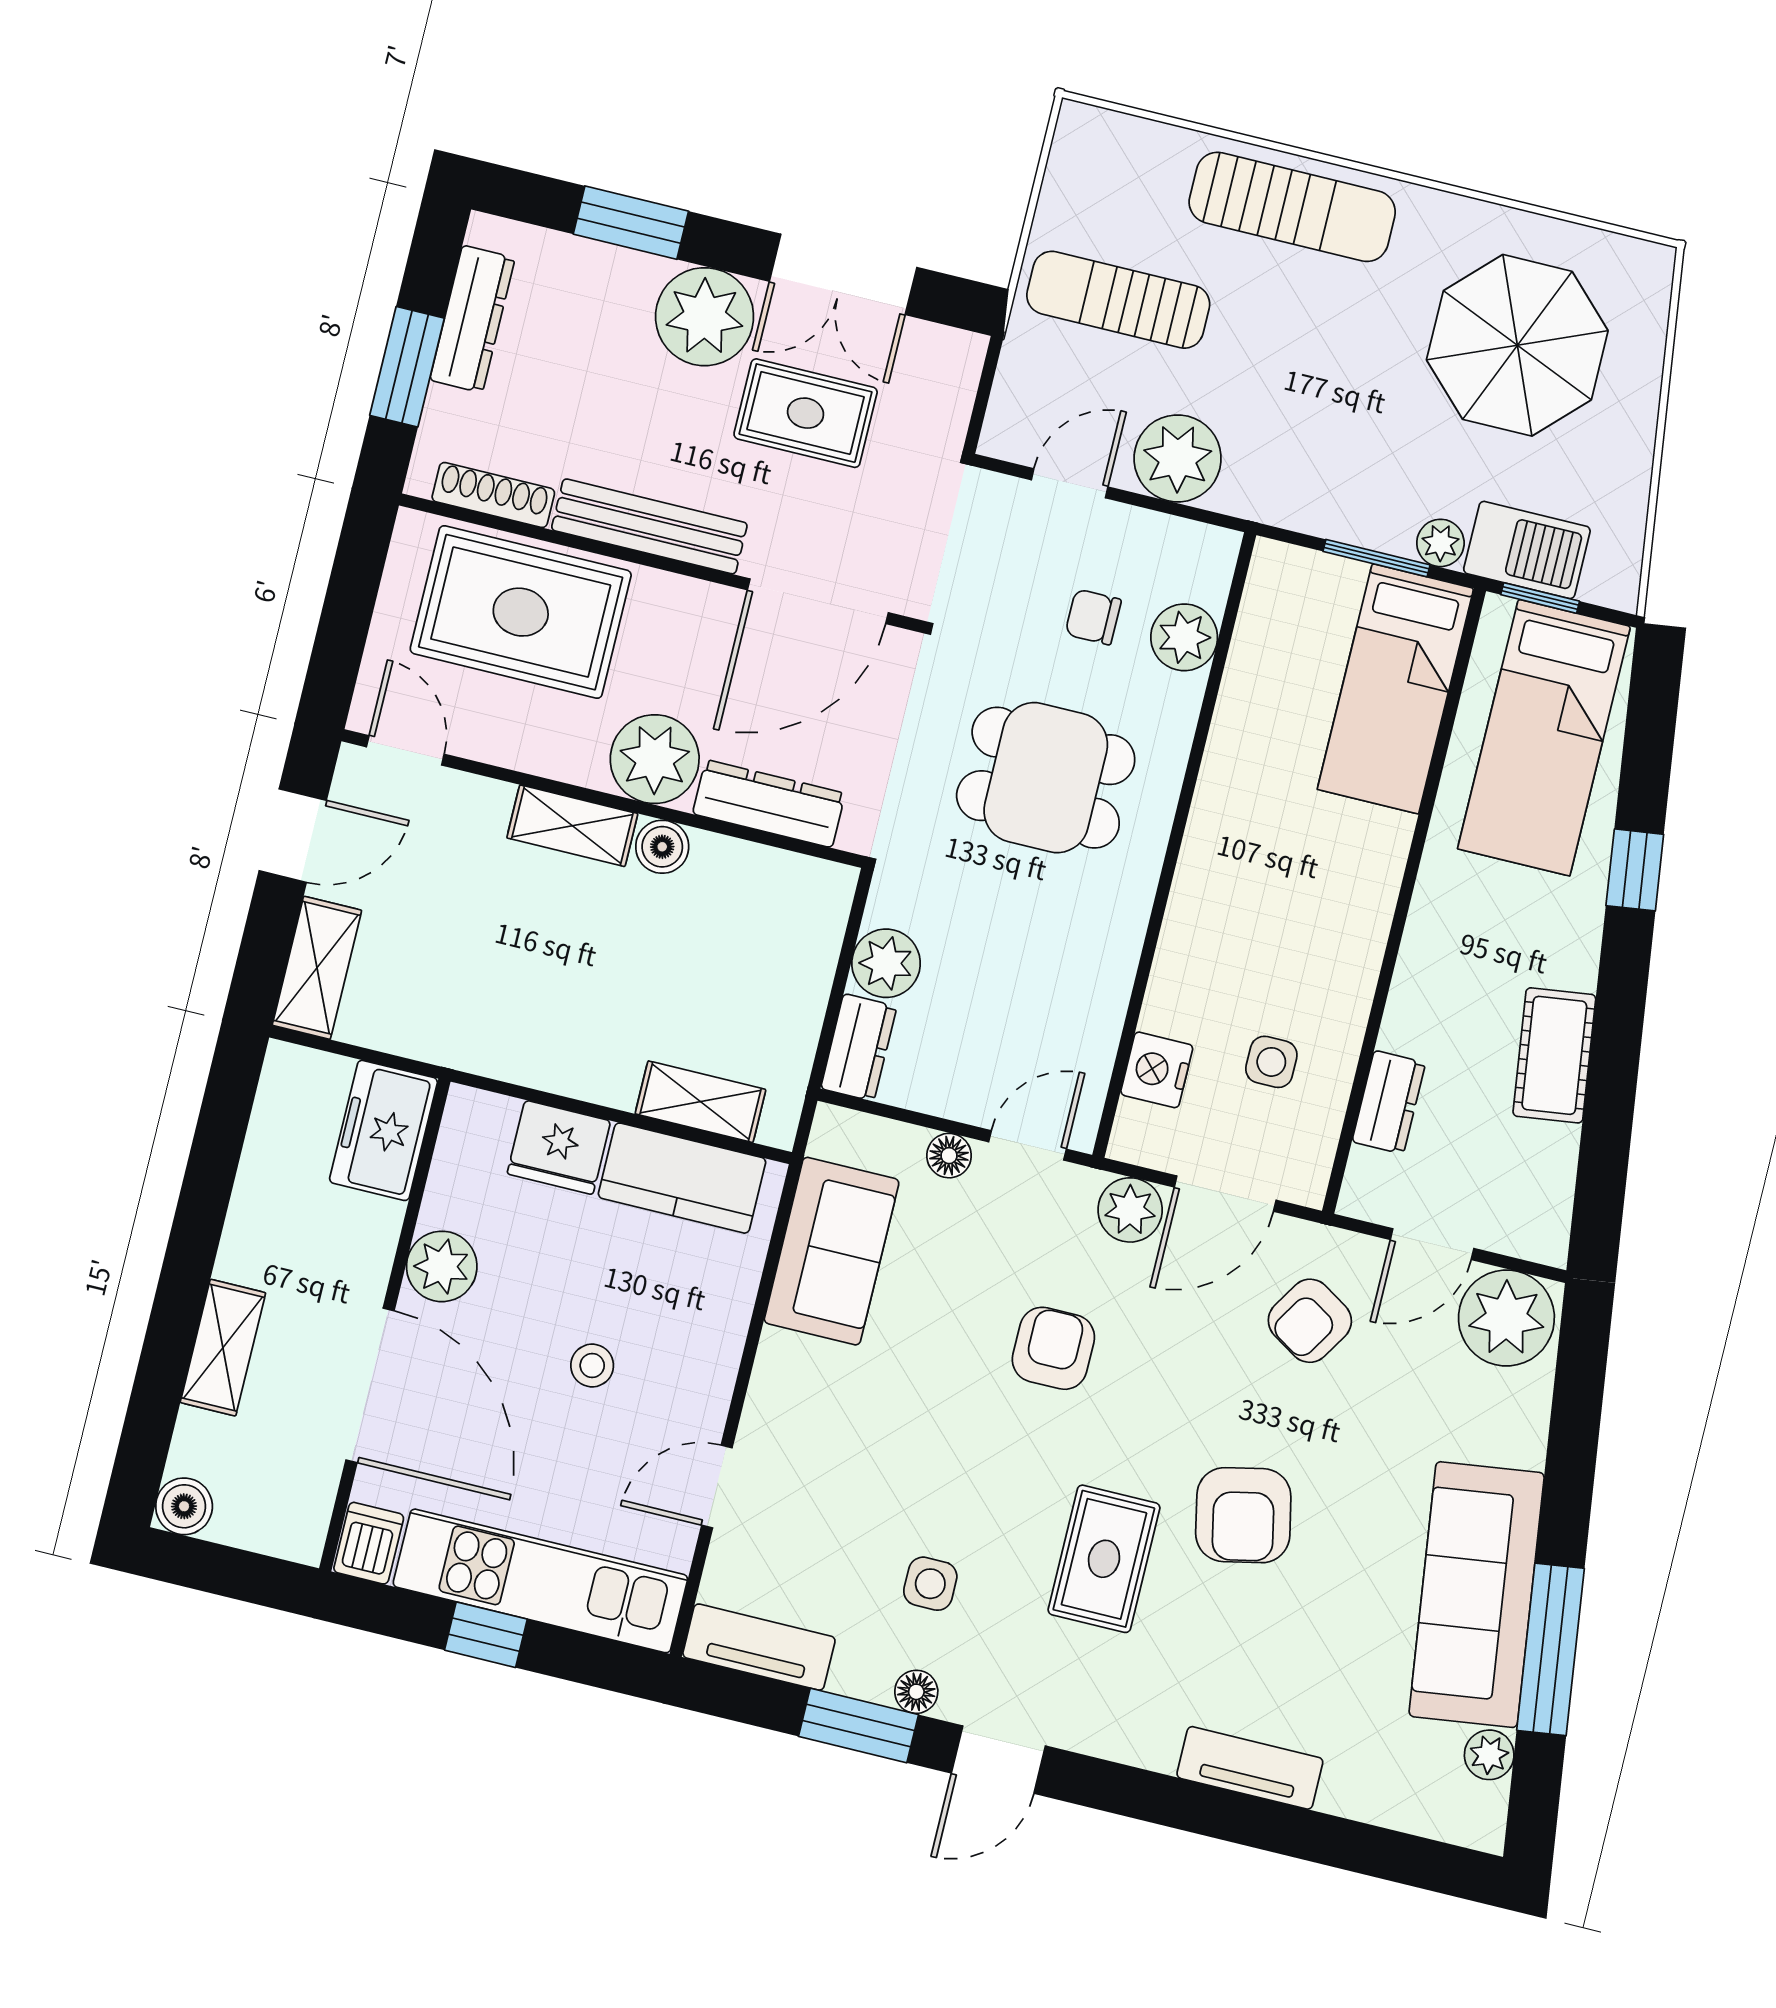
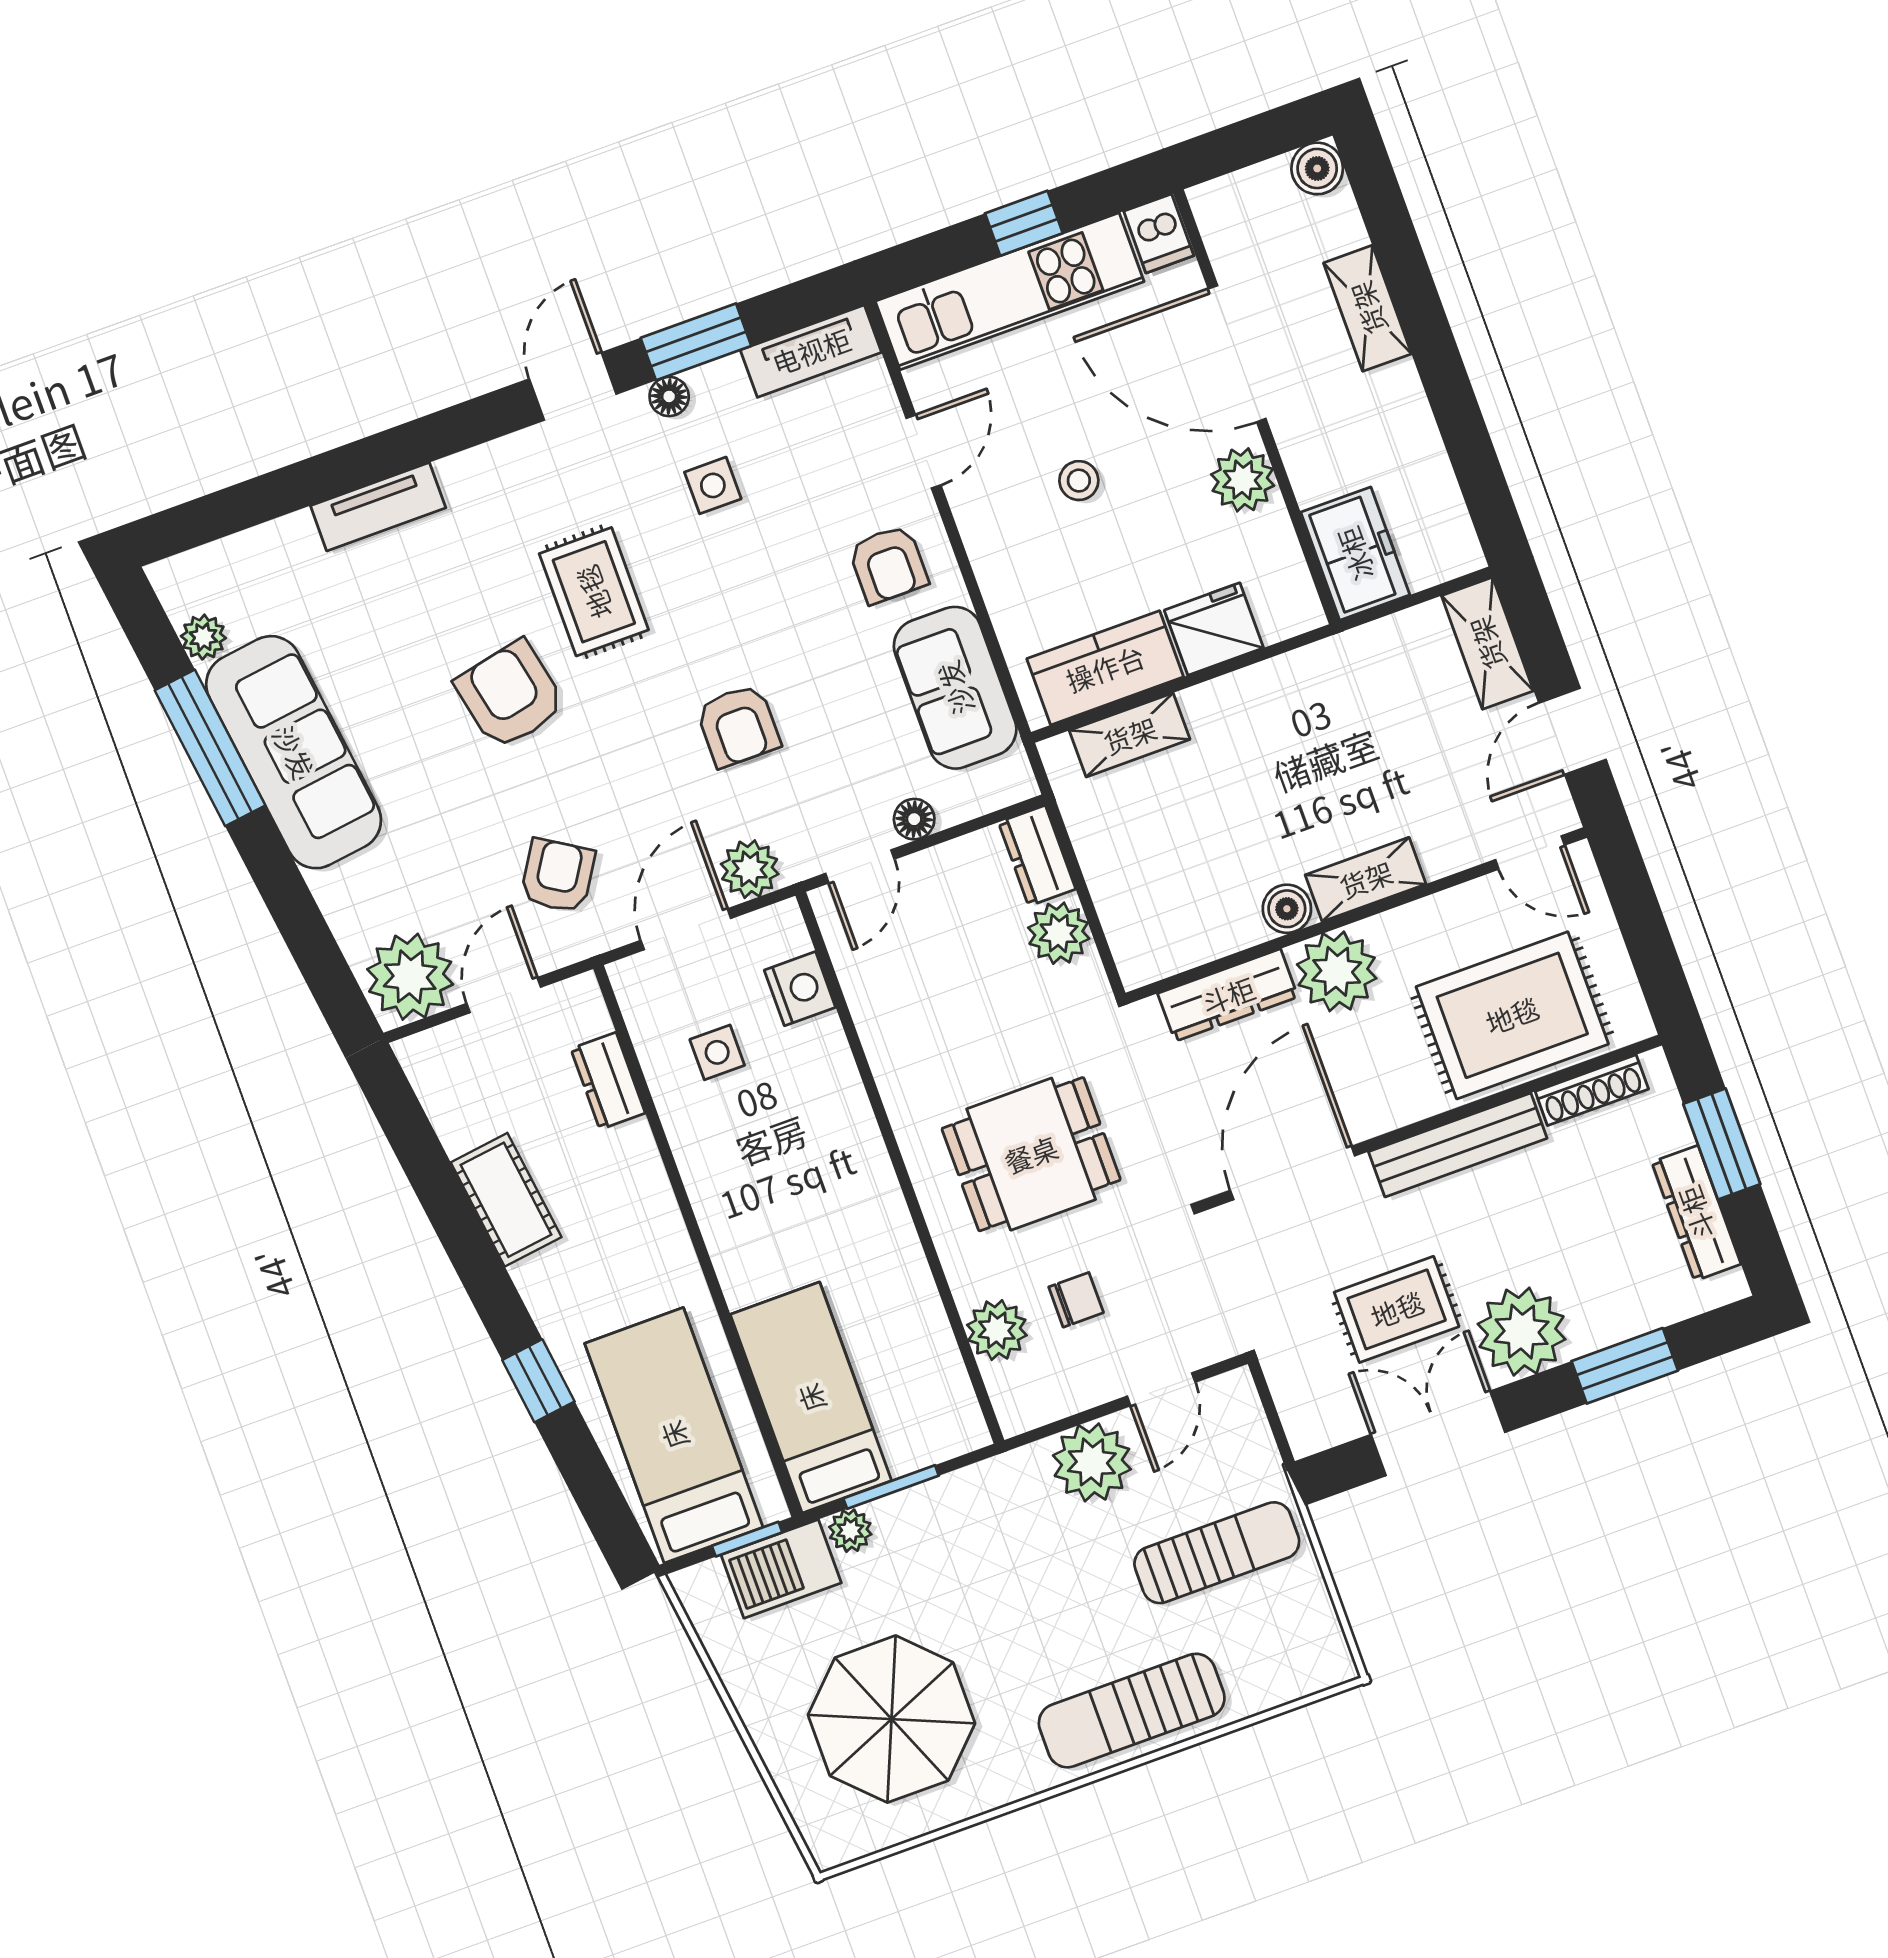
armchair: (818, 1405) -> (888, 564), added

